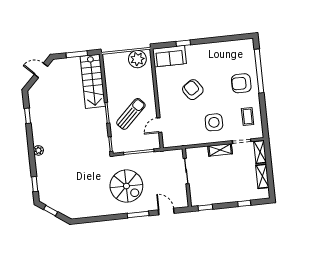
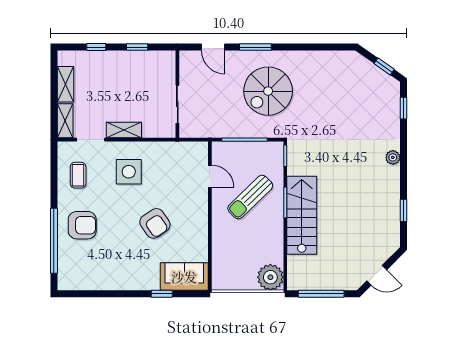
window: (77, 54) -> (321, 294), width x1.44
plant: (137, 59) -> (270, 277), moved
stairs: (93, 81) -> (302, 215), moved
door: (159, 125) -> (210, 176), hinge flipped
spiral stairs: (126, 186) -> (268, 91), turned -90
window: (205, 207) -> (137, 47), moved

